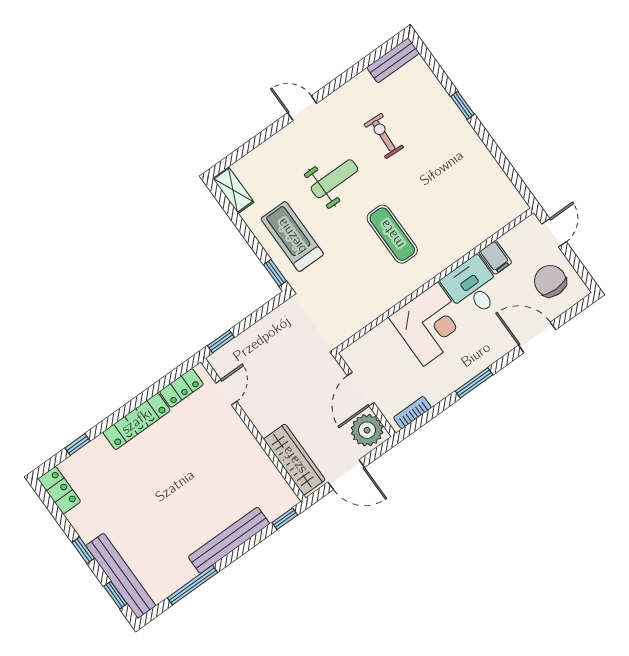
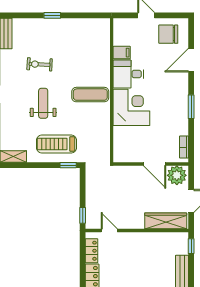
filing cabinet: (495, 257) -> (122, 53), moved
wall: (434, 281) -> (112, 90), moved
desk: (473, 287) -> (128, 74), moved
corner desk: (431, 324) -> (131, 107), moved

